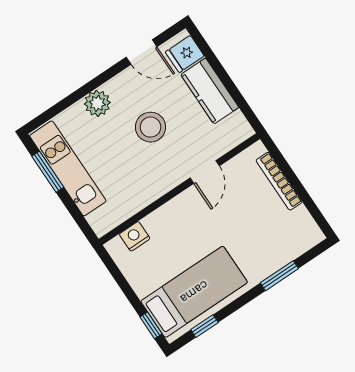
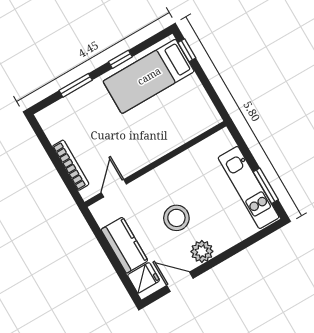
plant: (97, 103) -> (202, 251), moved
door: (205, 172) -> (114, 188), moved
nightstand: (135, 236) -> (196, 126), removed
window: (204, 326) -> (120, 59), moved

